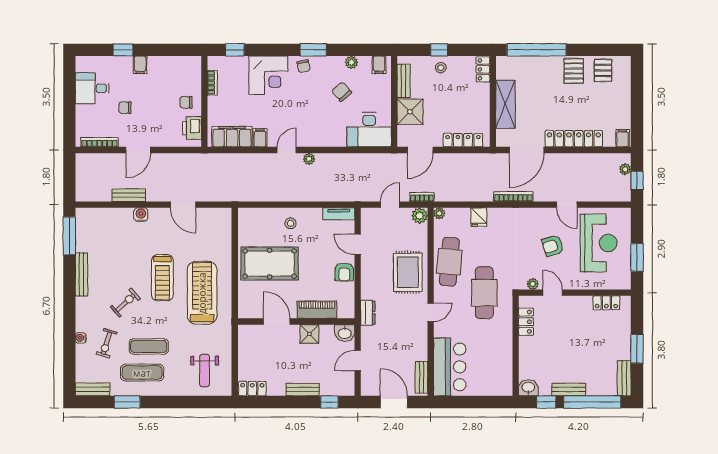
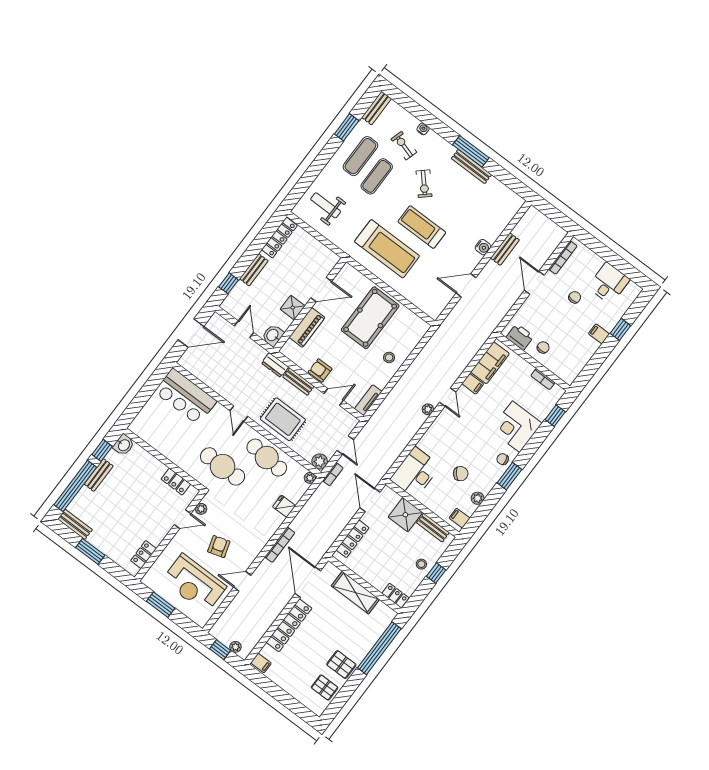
window: (69, 236) -> (471, 151), moved
bench: (421, 377) -> (299, 382), moved
locker: (252, 389) -> (279, 238), width x1.53

